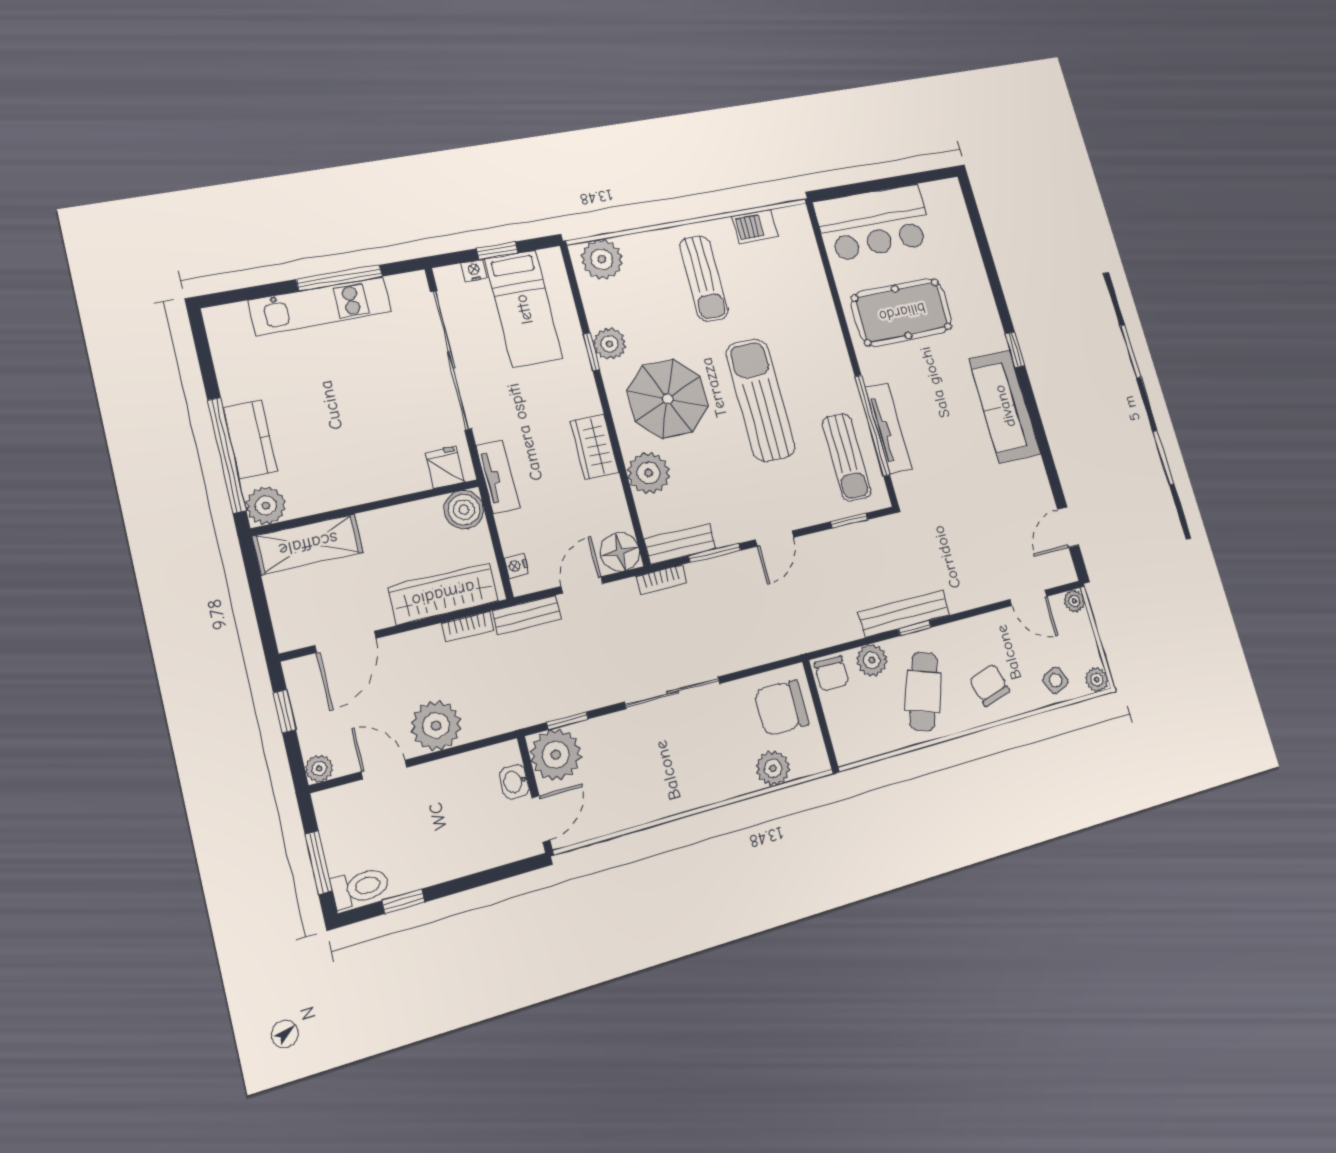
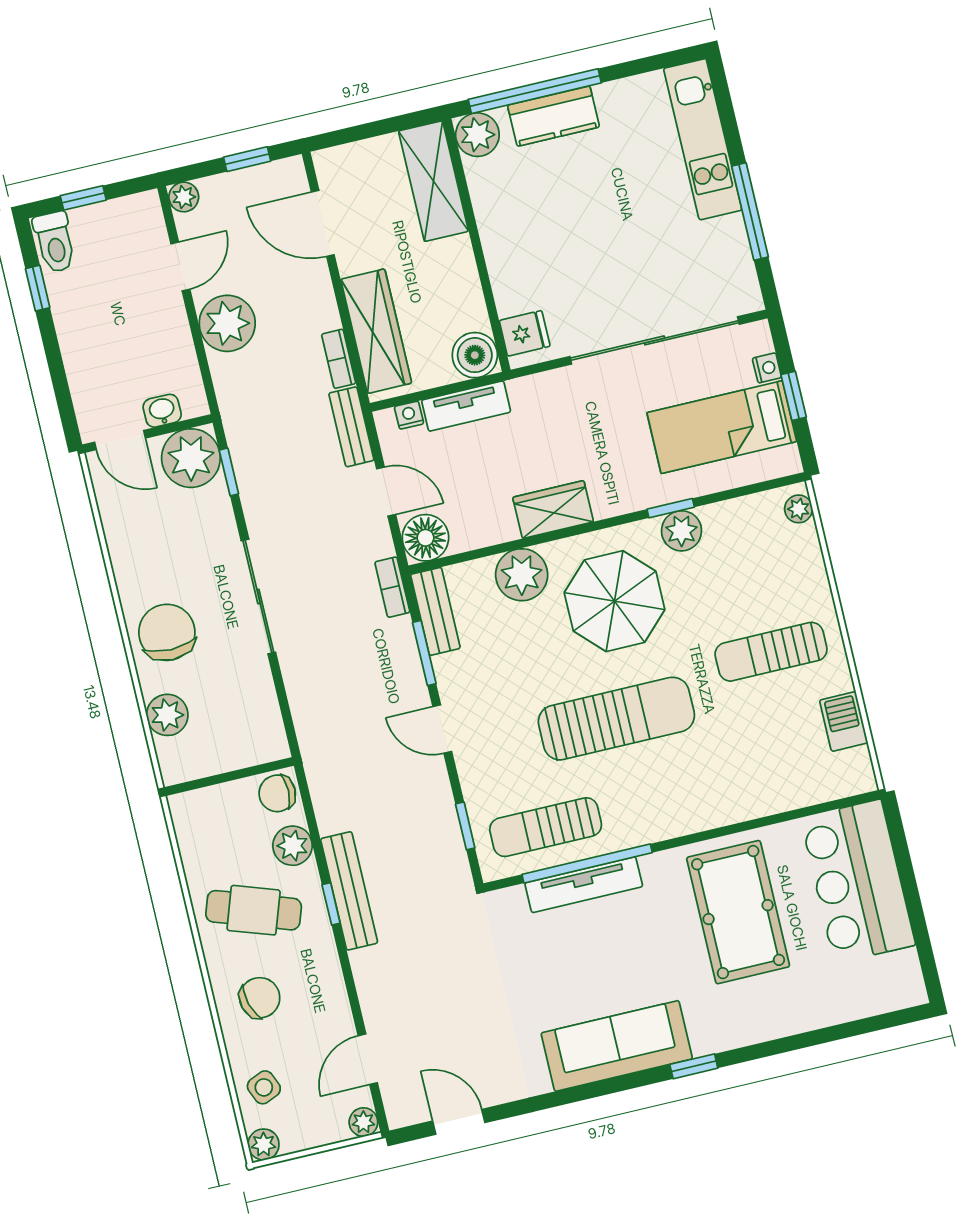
plant: (602, 259) -> (799, 509), width x0.53, depth x0.53
kitchen unit: (320, 306) -> (703, 139), moved
tv unit: (498, 477) -> (466, 406), moved
chair: (782, 708) -> (167, 632), moved
window: (319, 863) -> (83, 198), width x0.67

